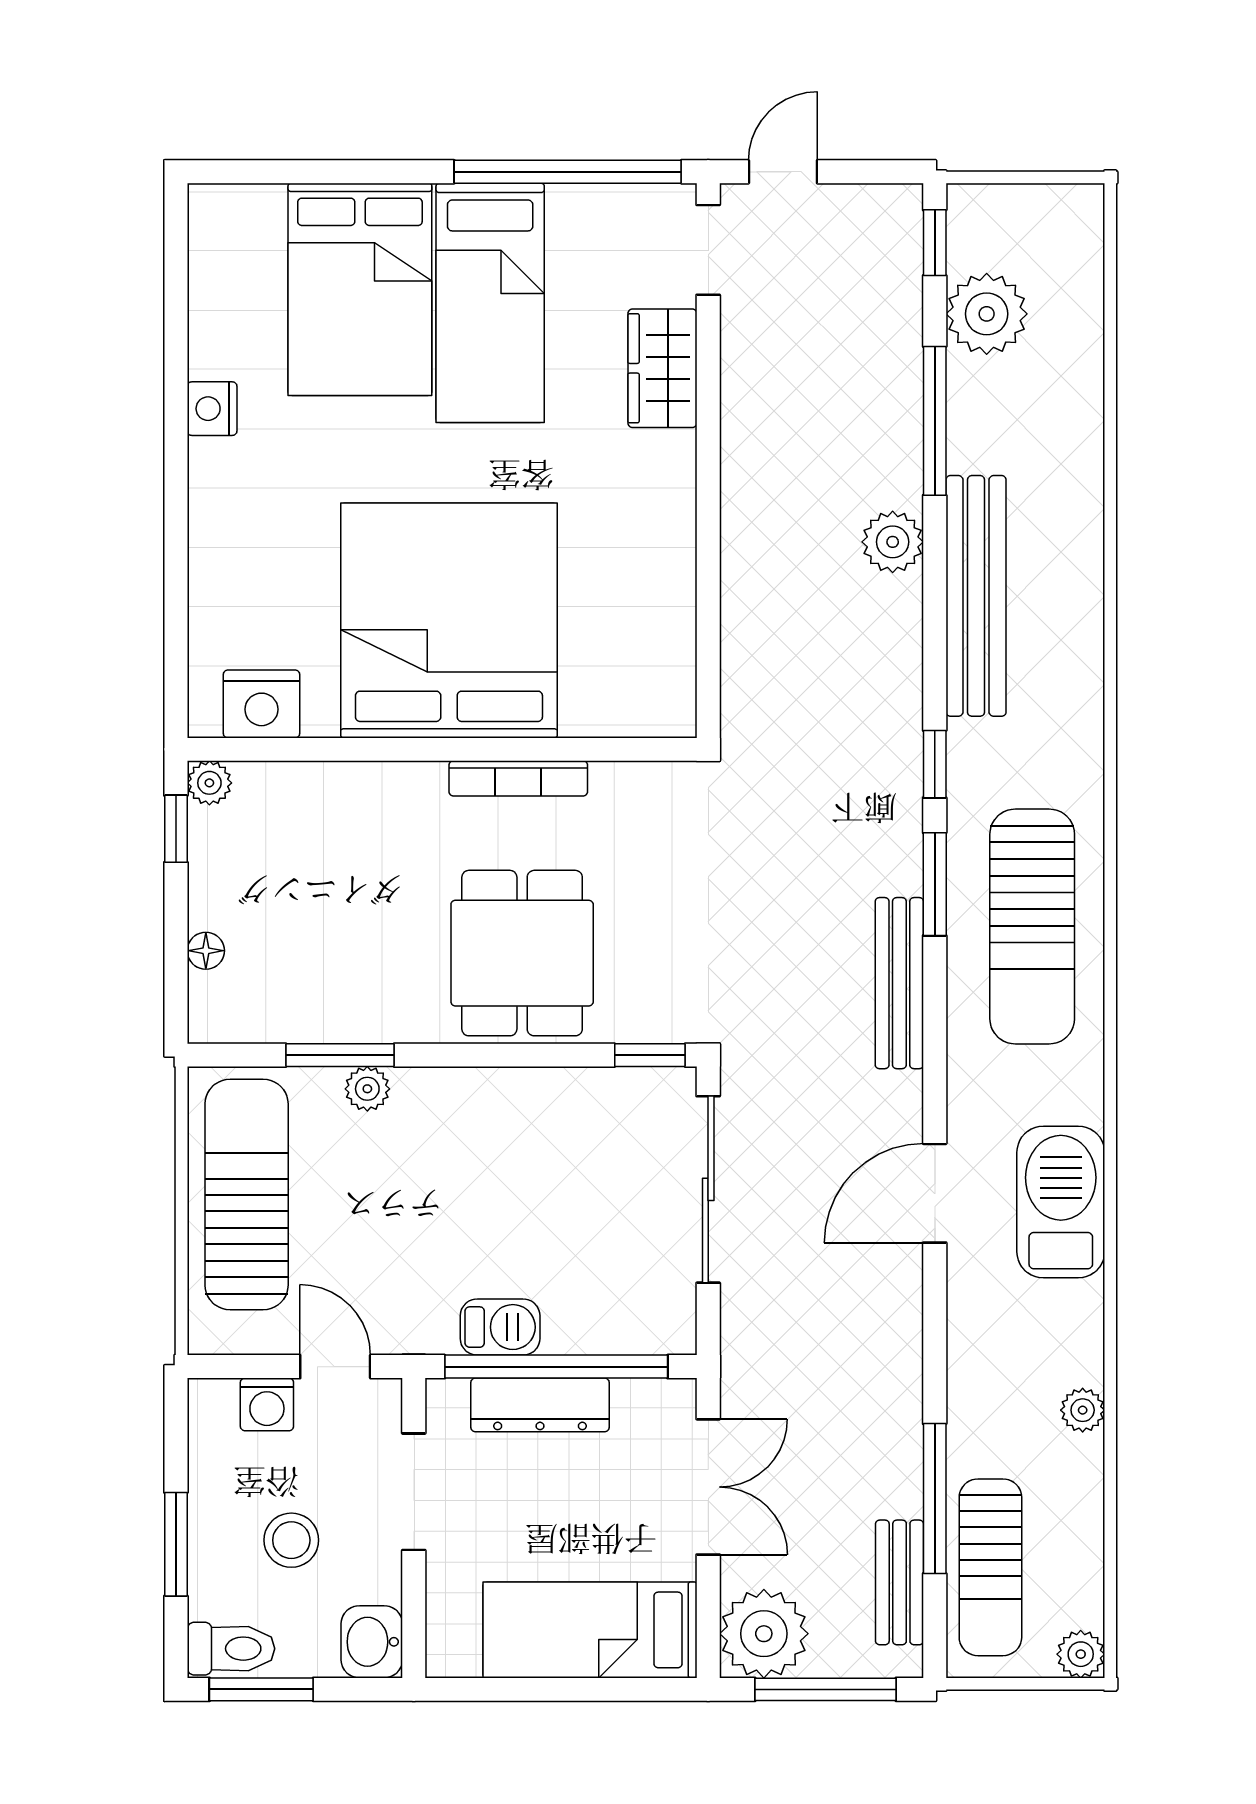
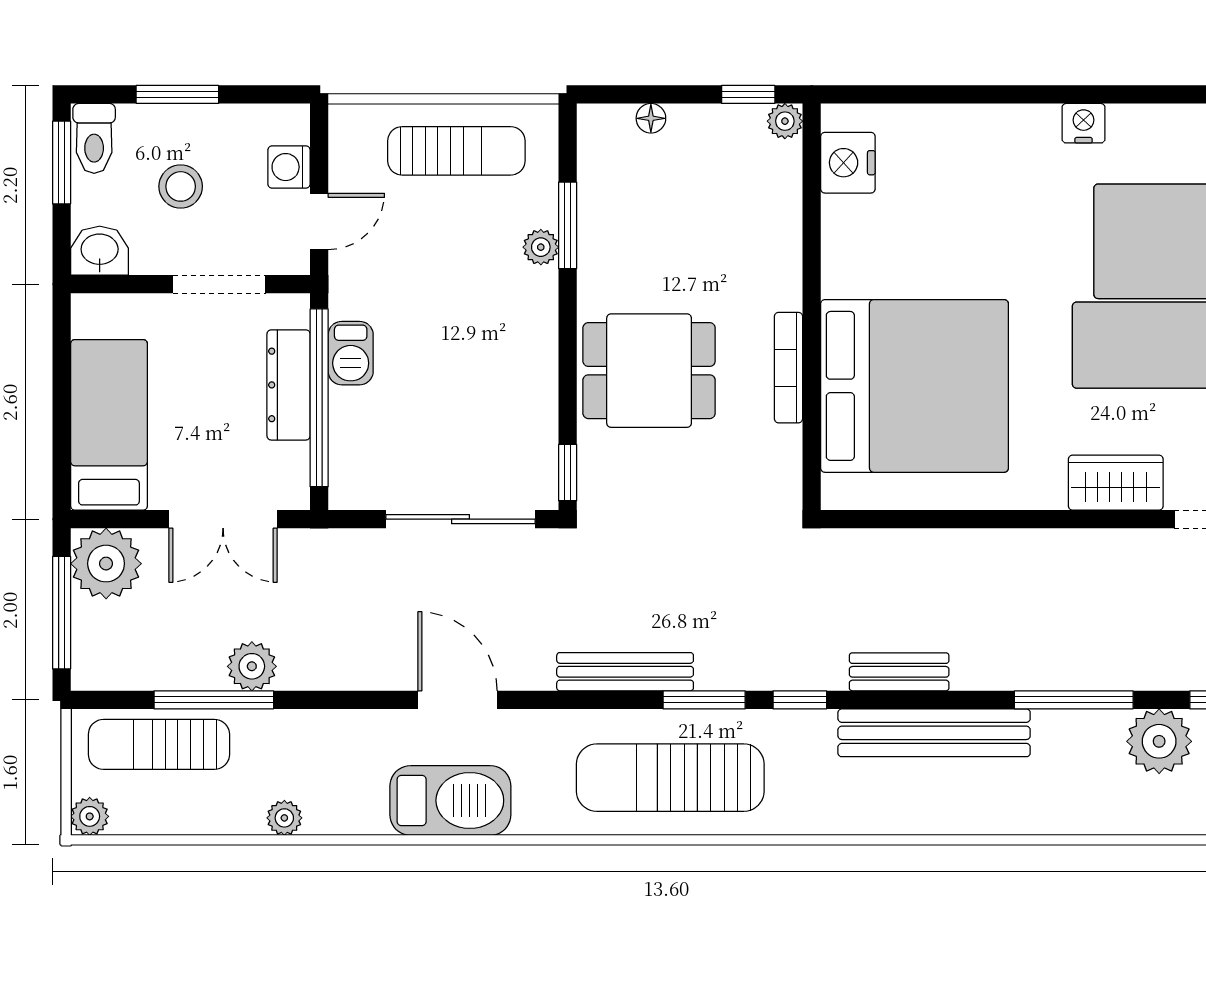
plant: (893, 542) -> (252, 666), moved
bed: (449, 620) -> (914, 386), moved
sun lounger: (247, 1195) -> (456, 151), width x0.73, depth x0.75
bench: (900, 1582) -> (899, 672), moved

